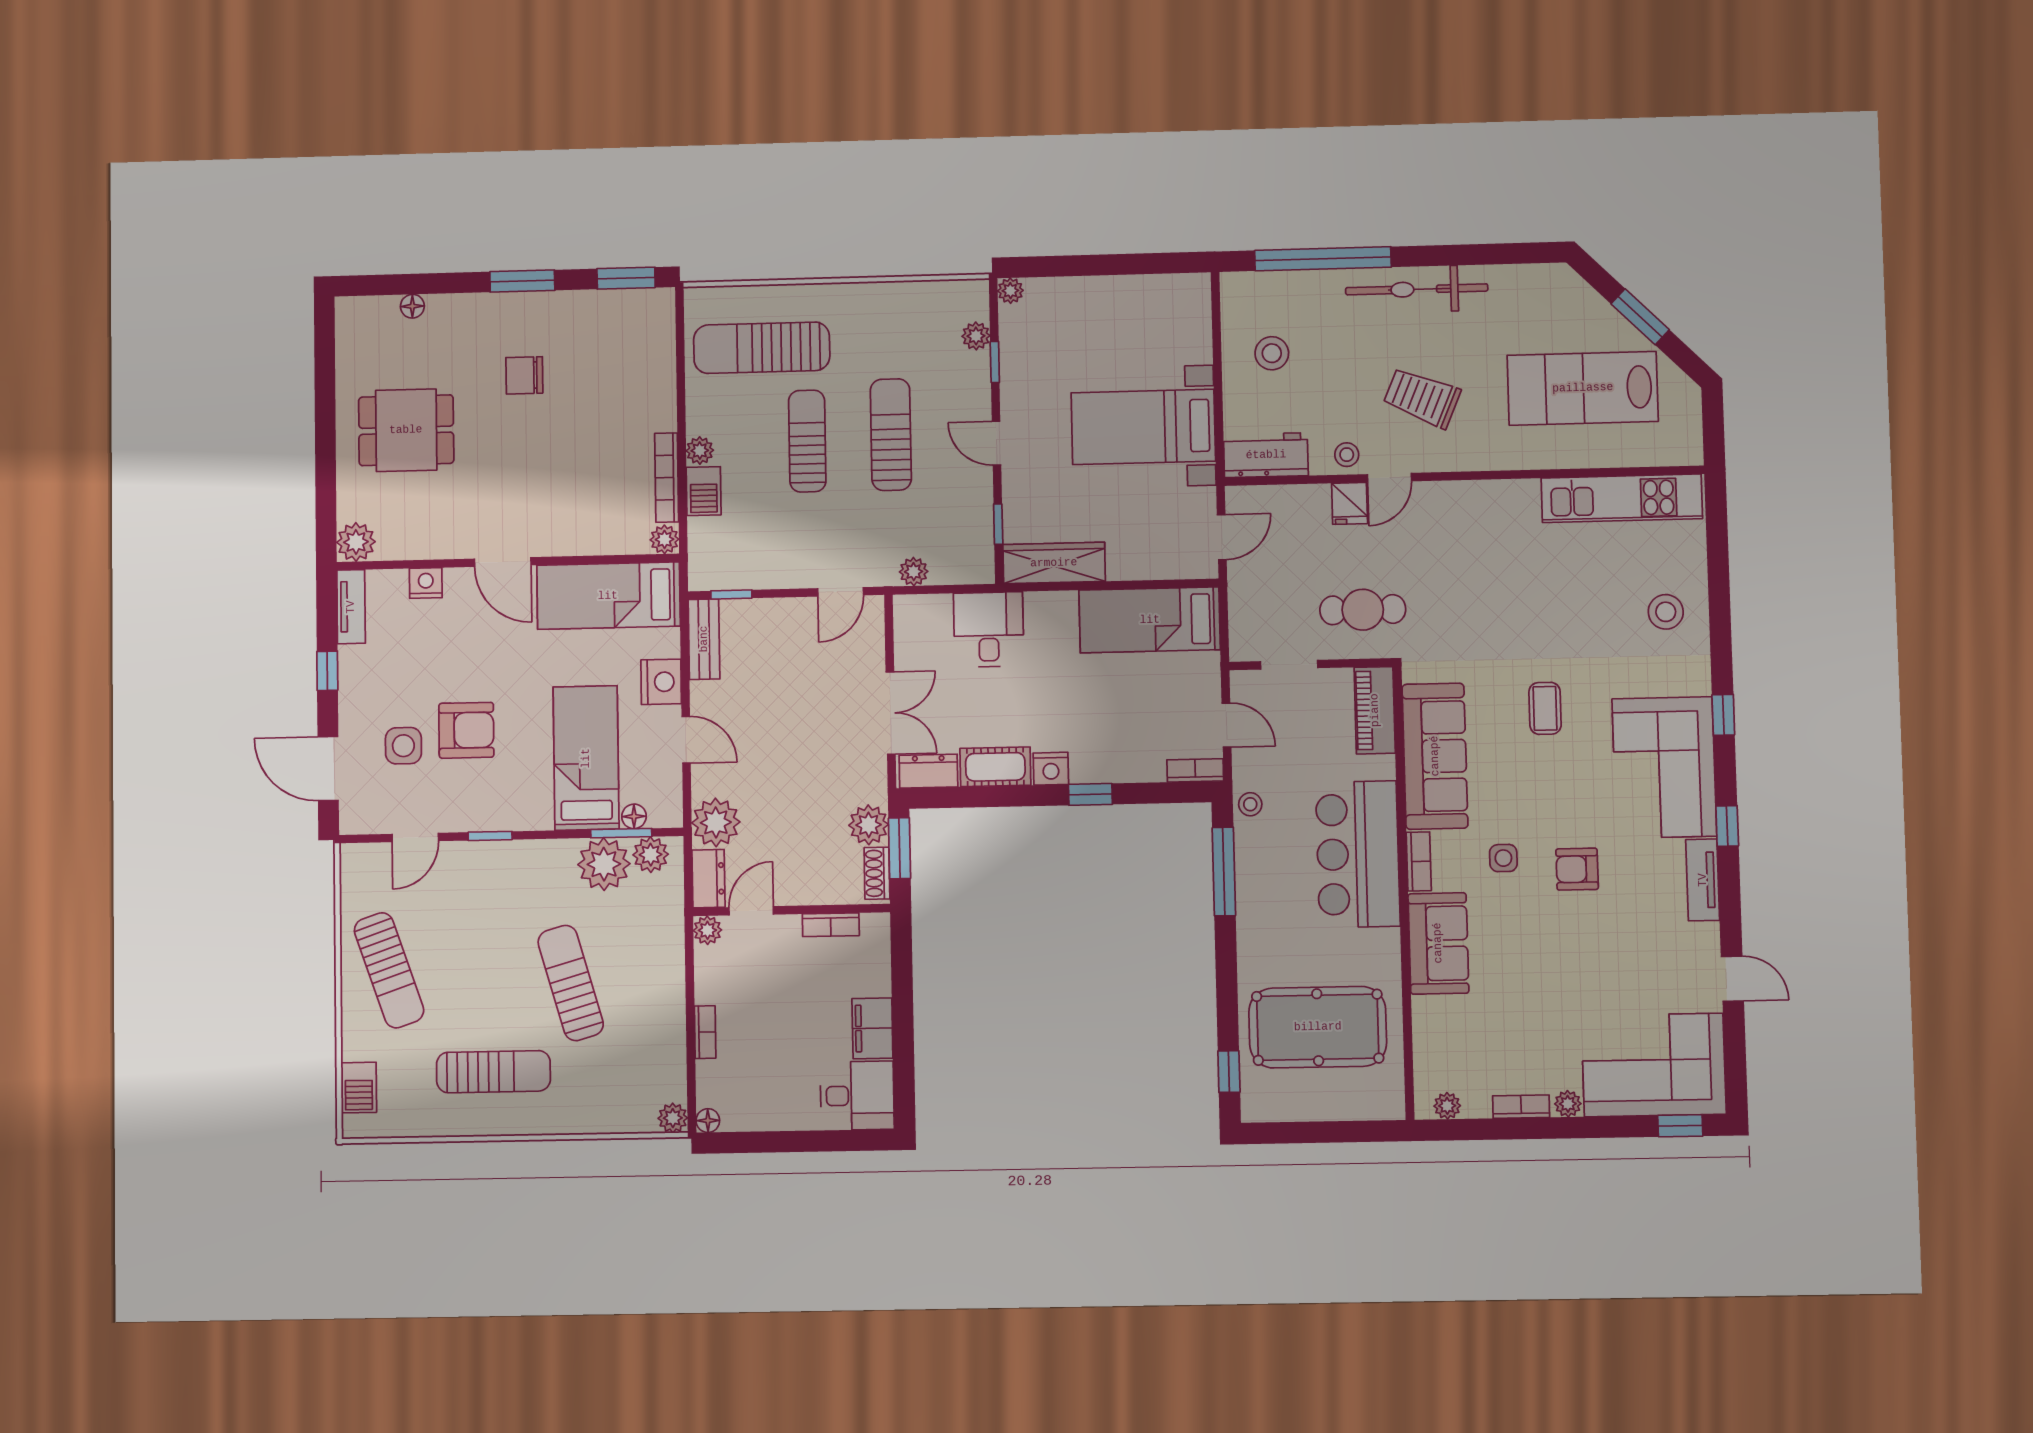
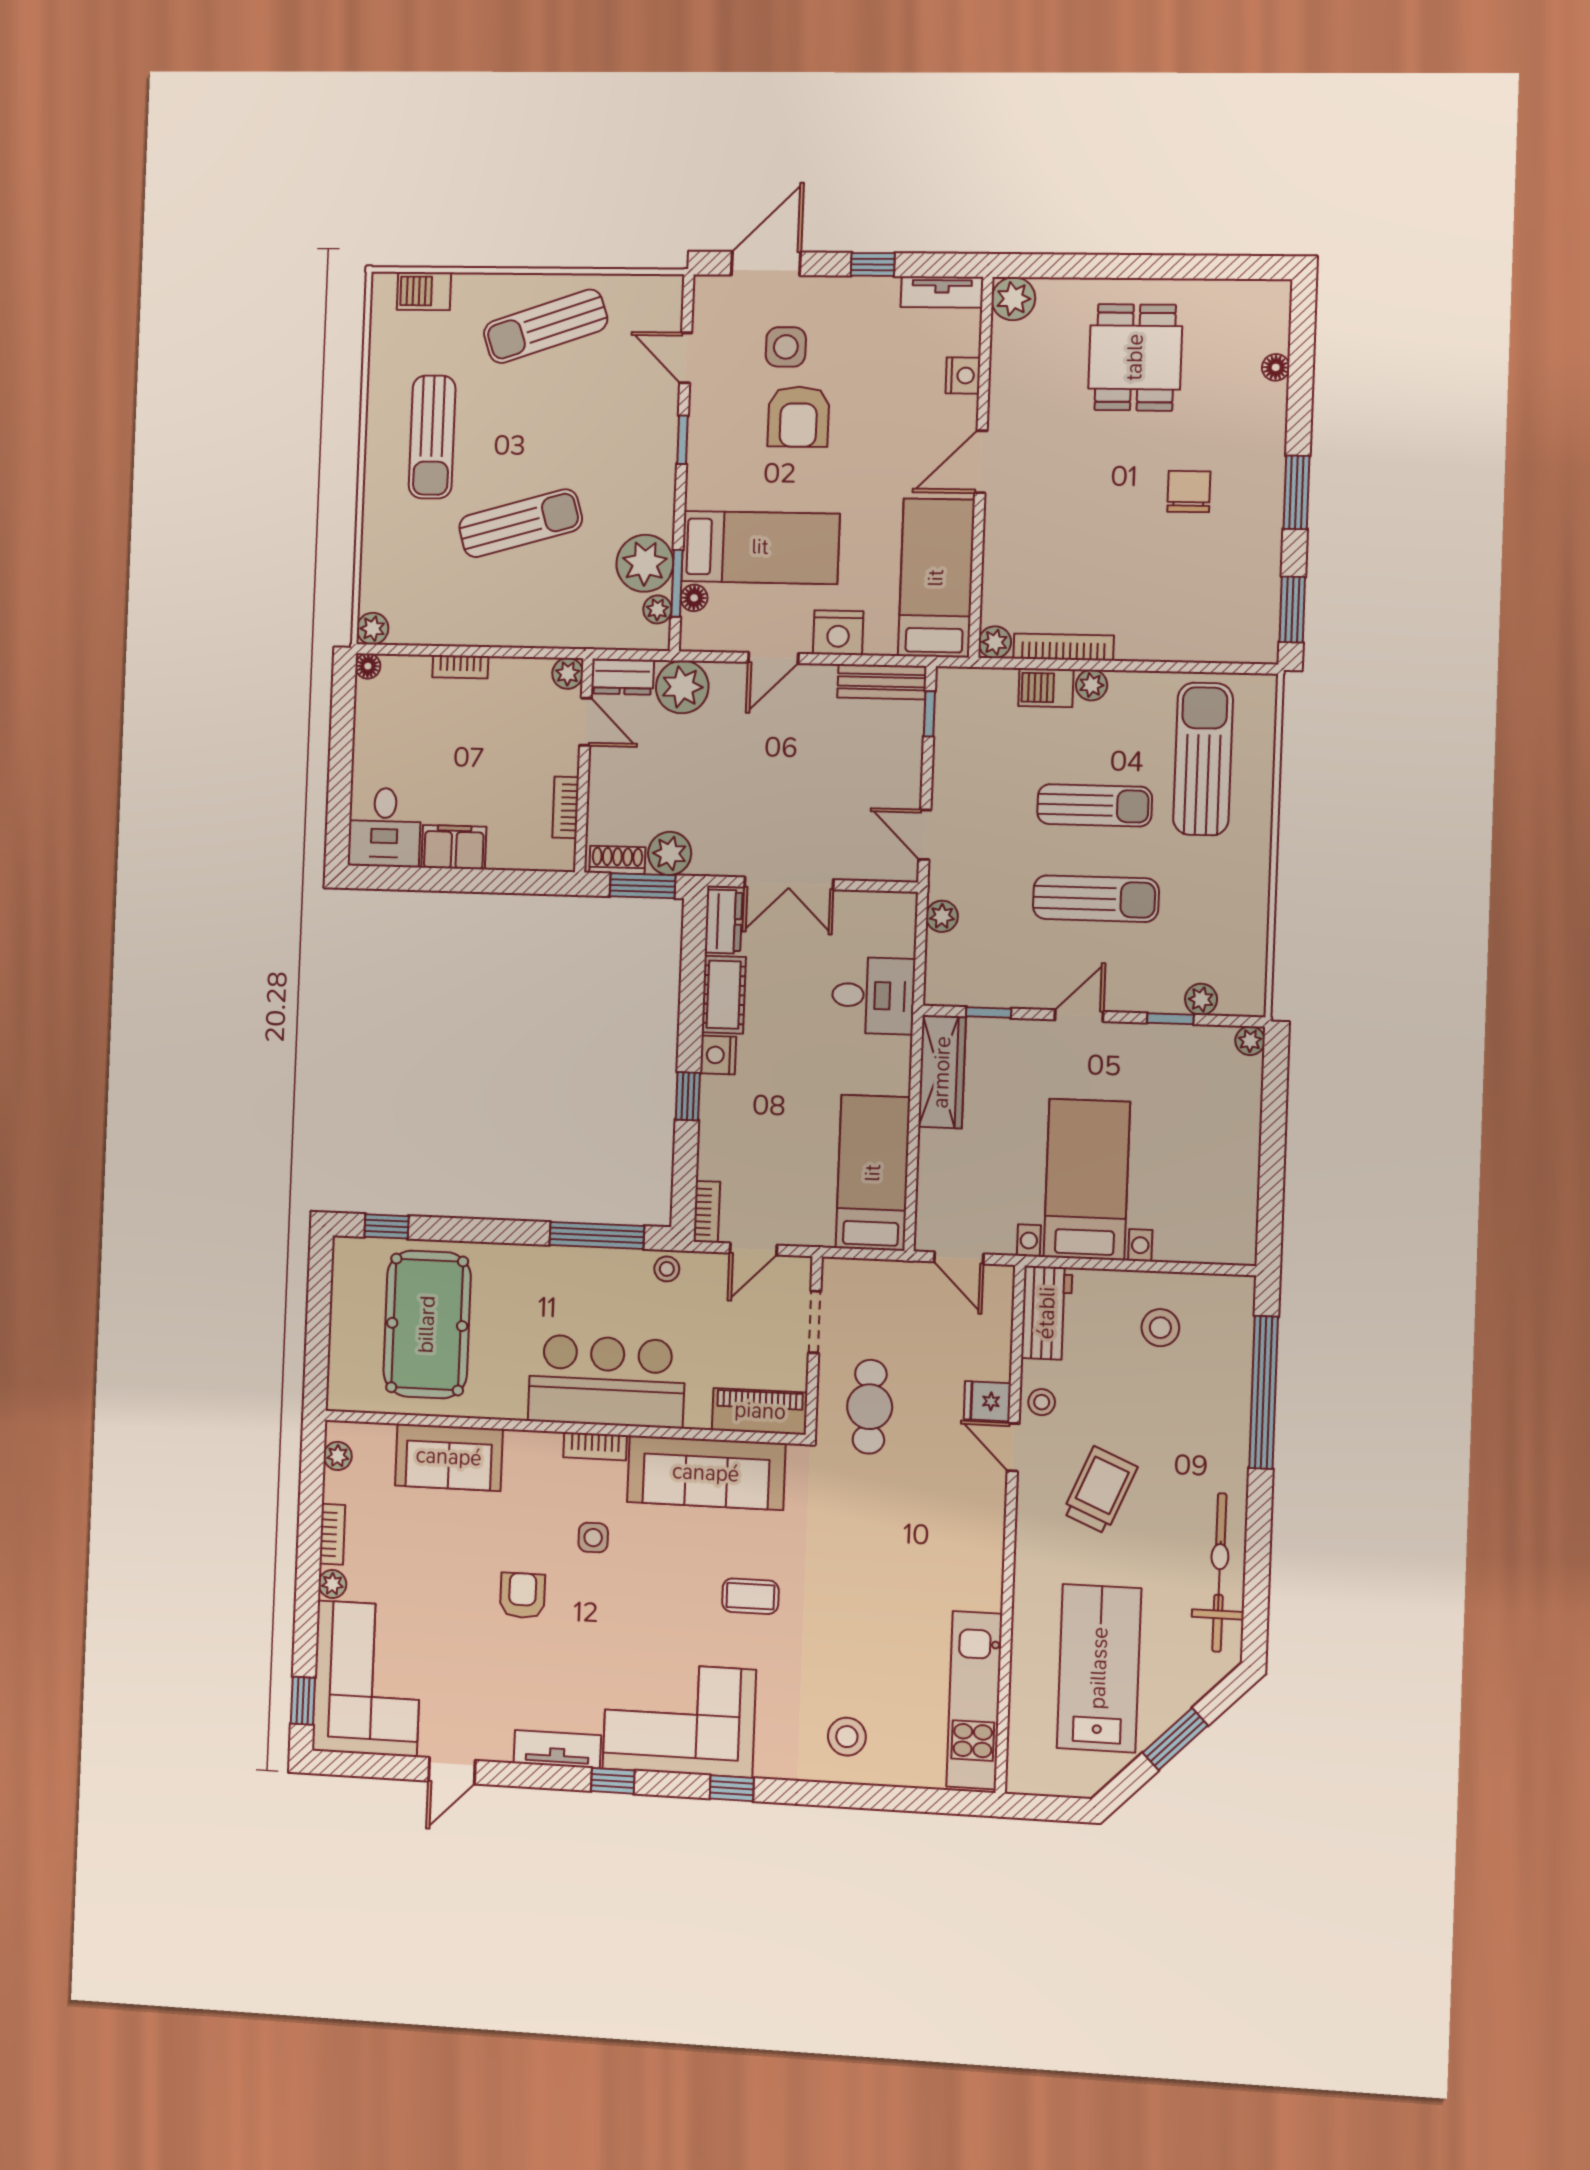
bicycle: (1417, 289) -> (1219, 1572), moved
plant: (651, 855) -> (657, 609), width x0.73, depth x0.73
armchair: (1577, 869) -> (522, 1595), moved
sofa: (1438, 943) -> (449, 1457), moved

